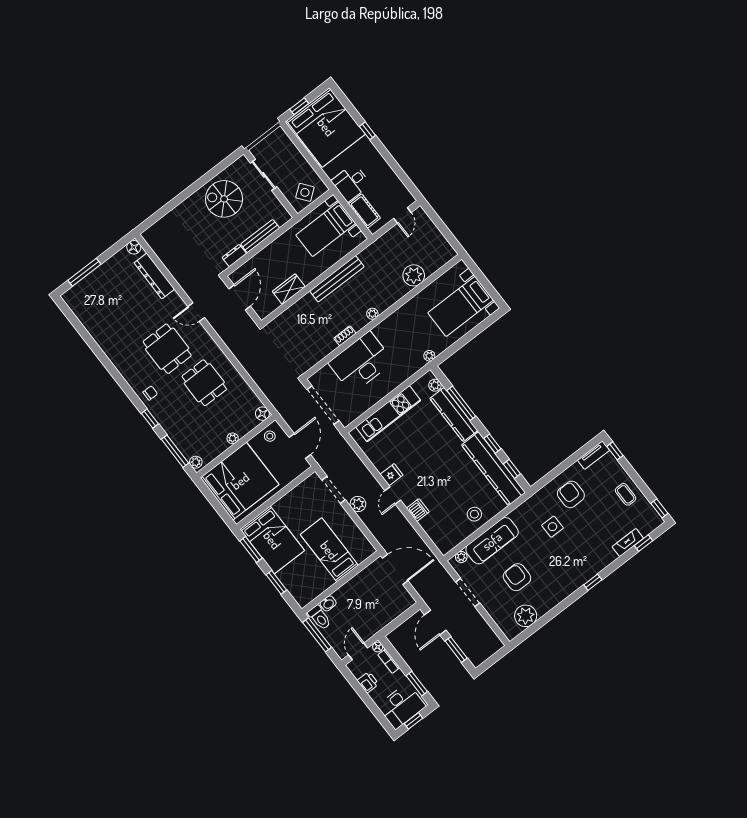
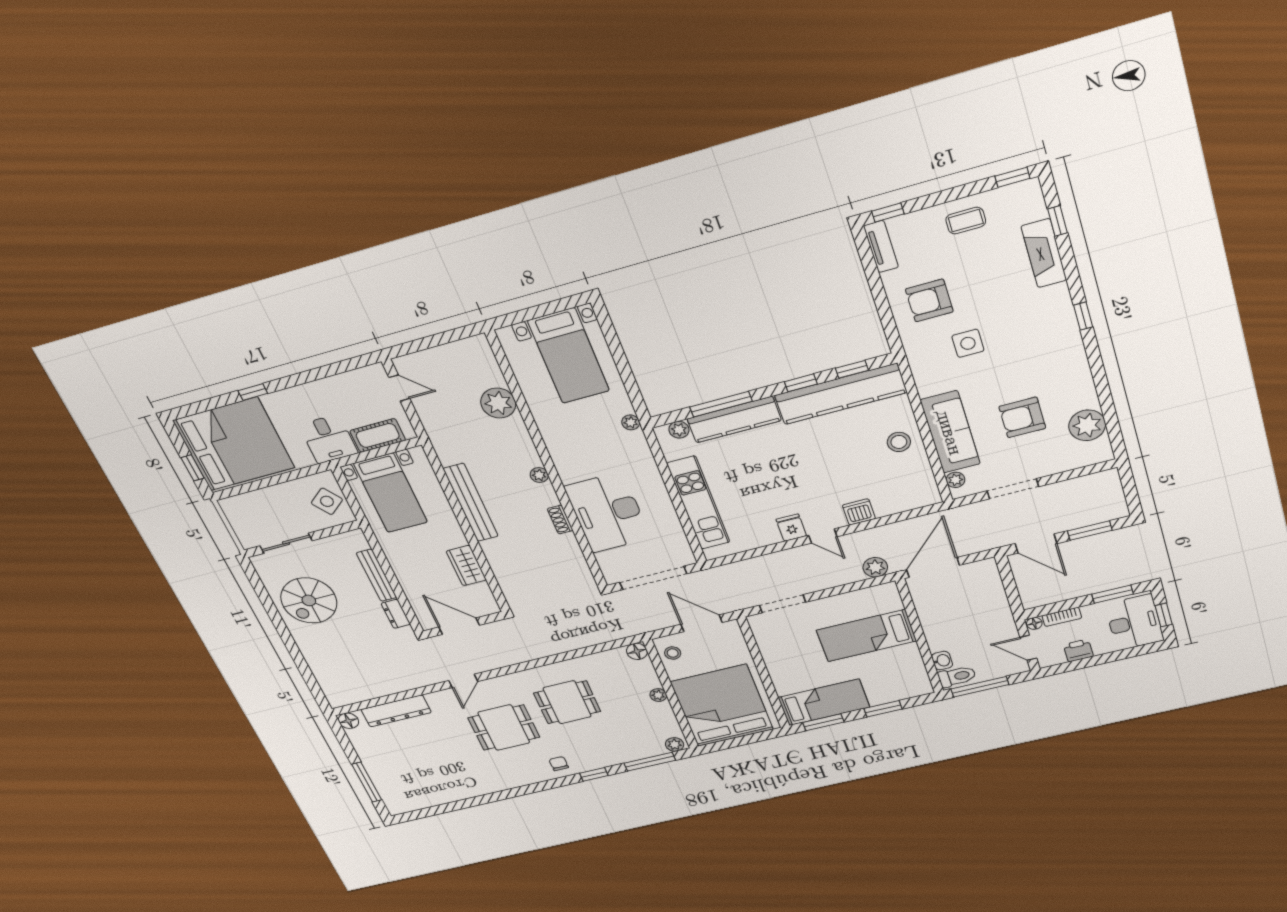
plant: (358, 504) -> (875, 567), moved
bed: (272, 540) -> (824, 702), width x0.67
fireplace: (628, 542) -> (1044, 253), width x1.37, depth x1.32

